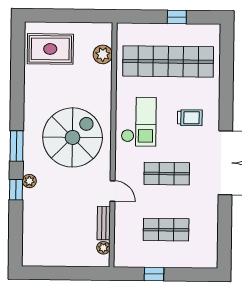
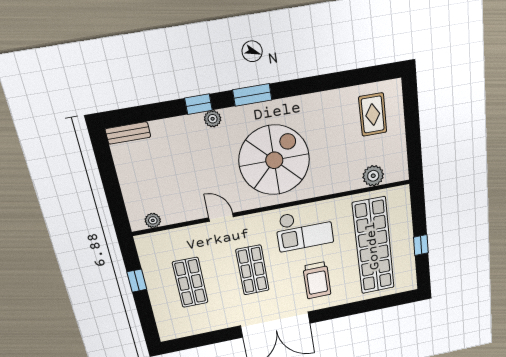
rug: (50, 49) -> (373, 115), width x0.73, depth x0.70
trolley: (190, 118) -> (317, 280), width x1.36, depth x1.39
spiral stairs: (73, 137) -> (274, 160), turned -90
door: (112, 191) -> (221, 217), swing flipped
bench: (104, 223) -> (128, 133), moved

